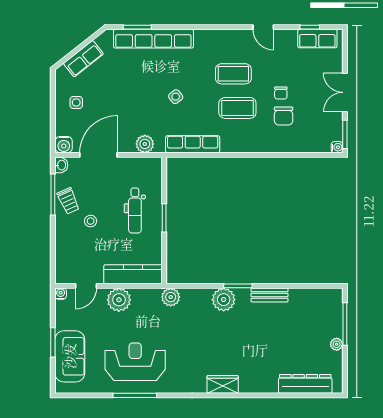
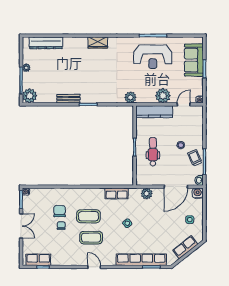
door: (263, 27) -> (94, 267), moved
row of seats: (193, 144) -> (117, 193), width x0.68
plant: (224, 300) -> (30, 96), moved

